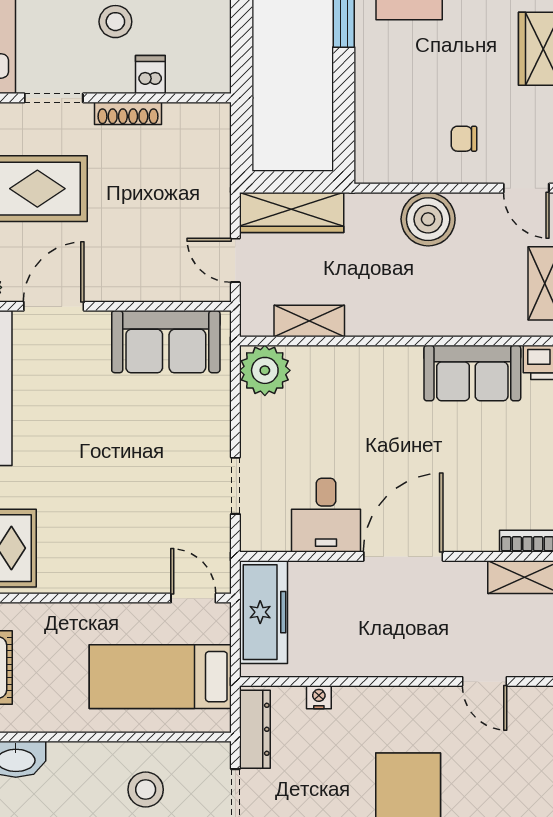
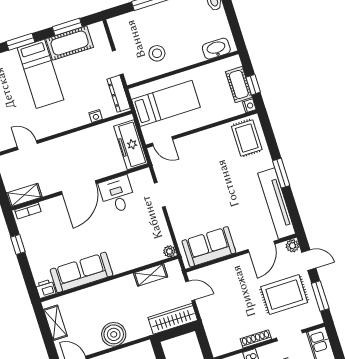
plant: (265, 370) -> (169, 251), width x0.53, depth x0.53
sofa: (472, 373) -> (81, 272), width x1.36

